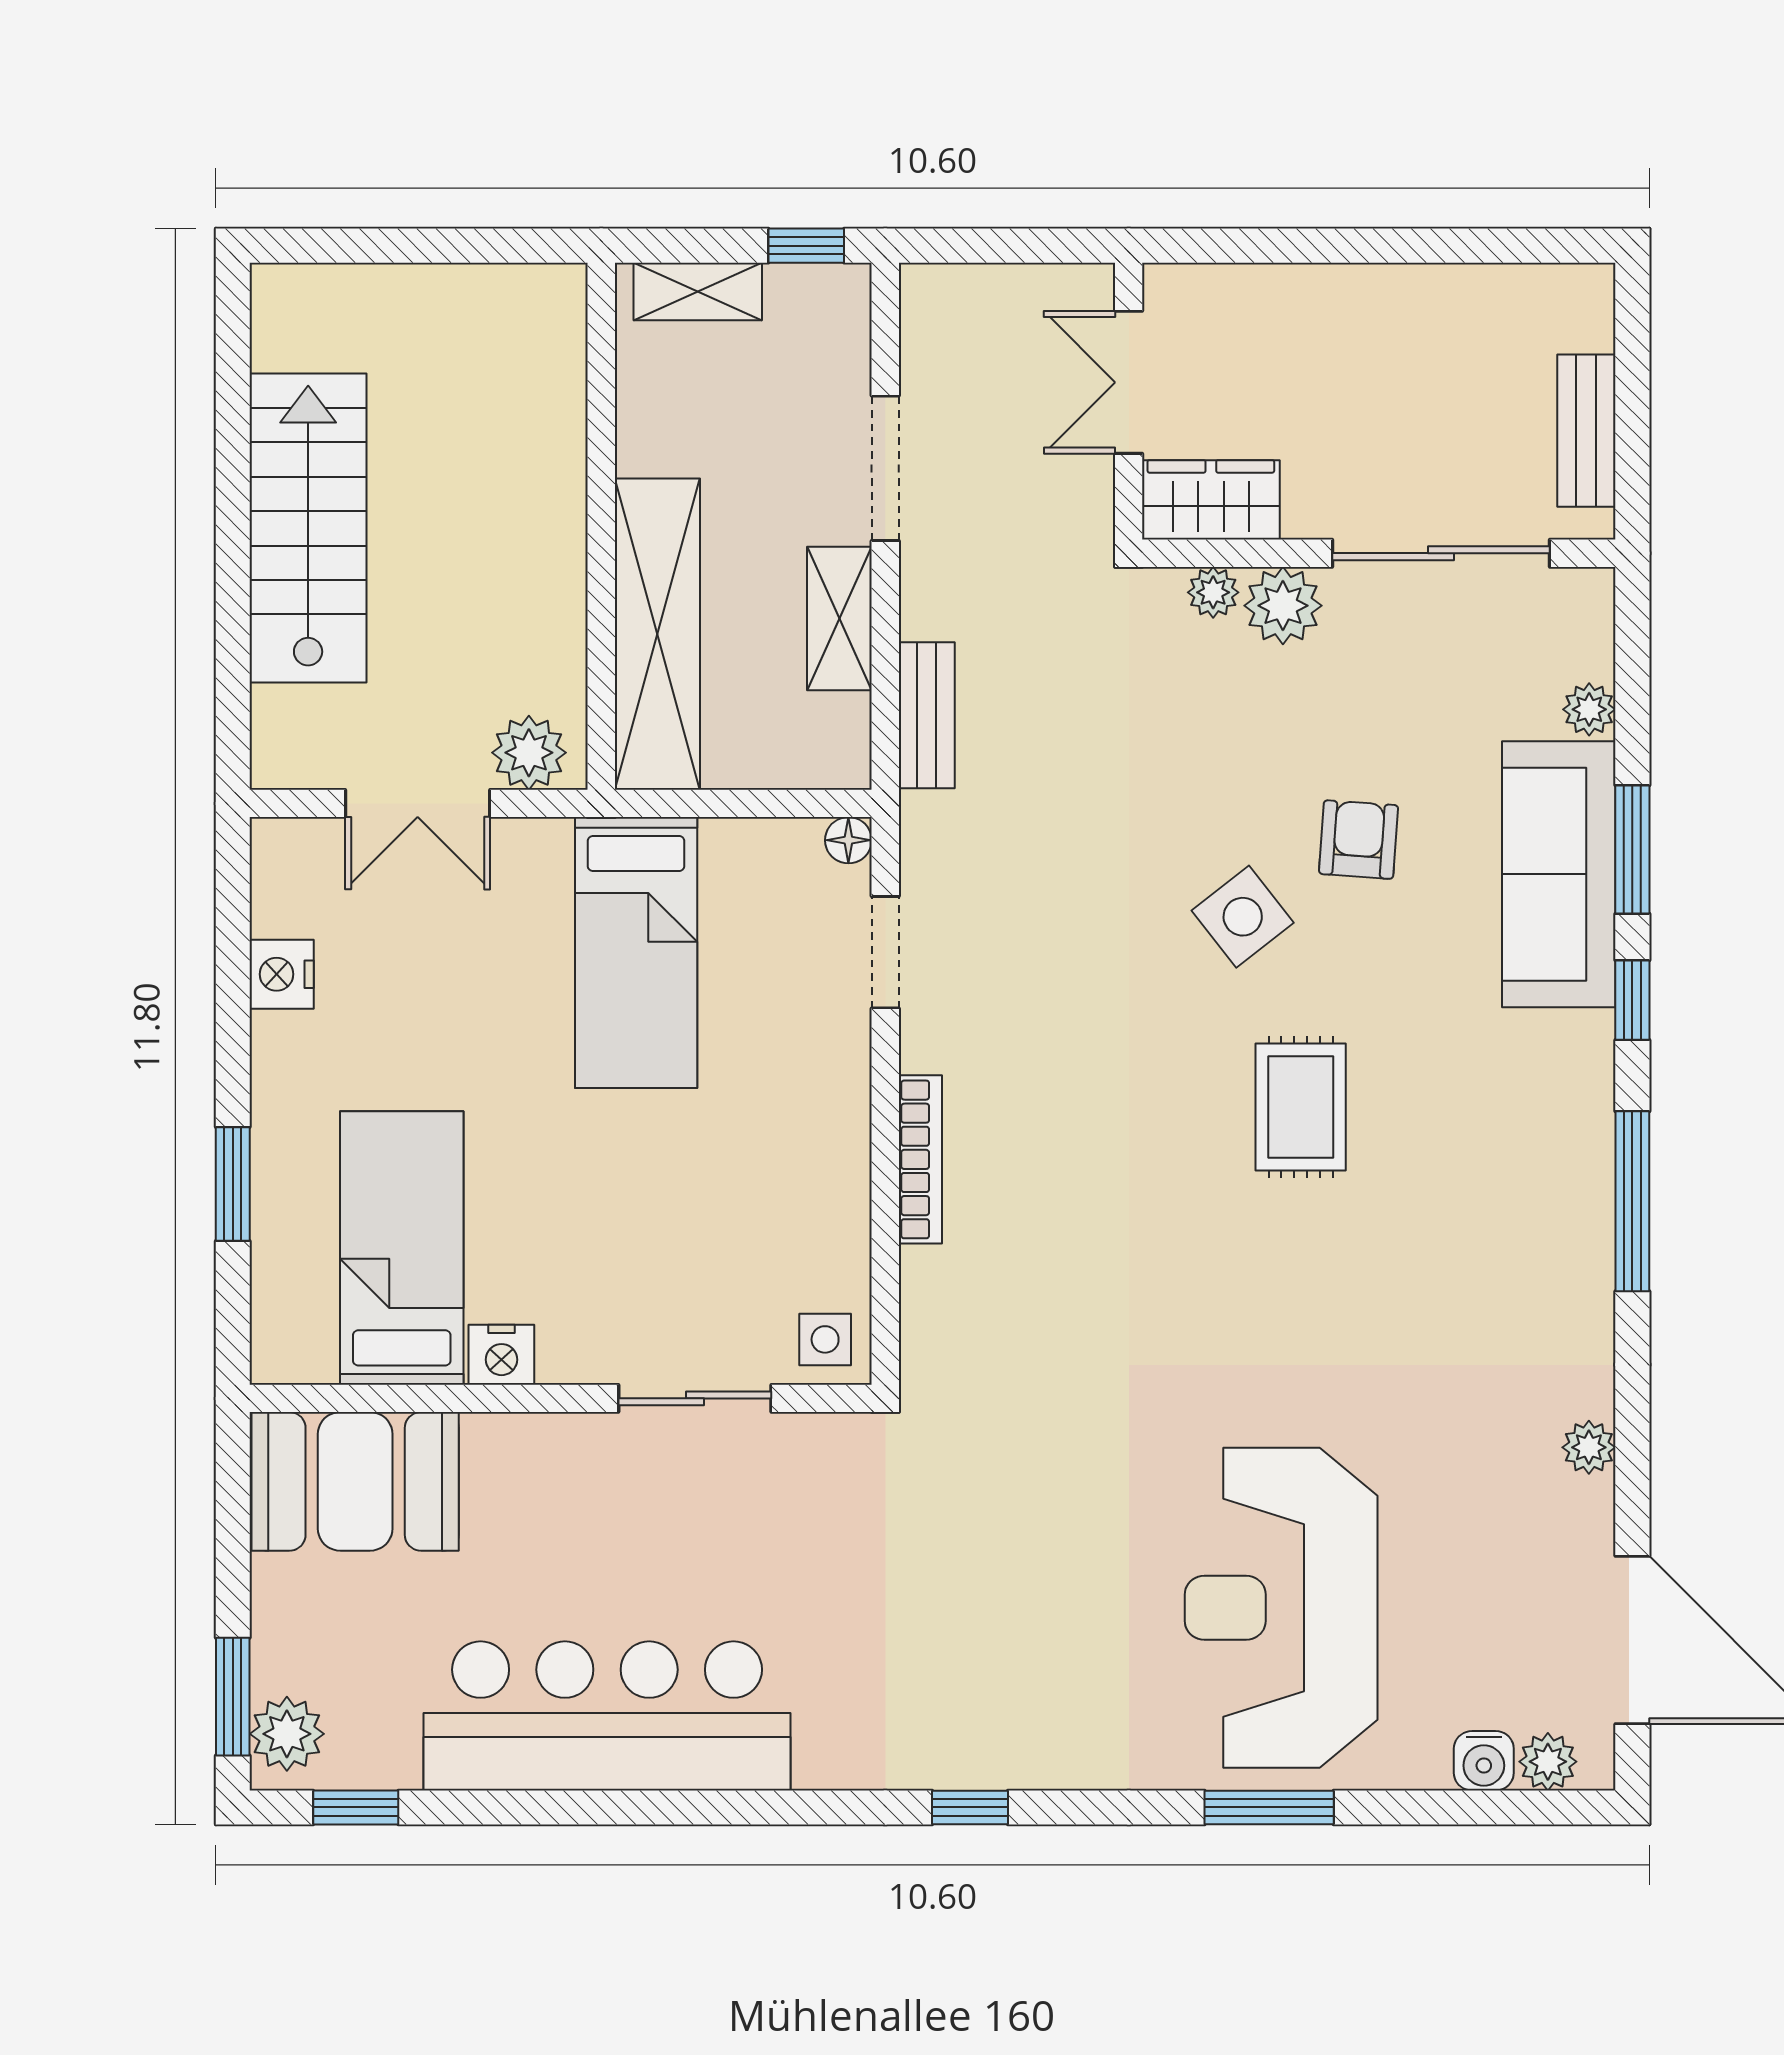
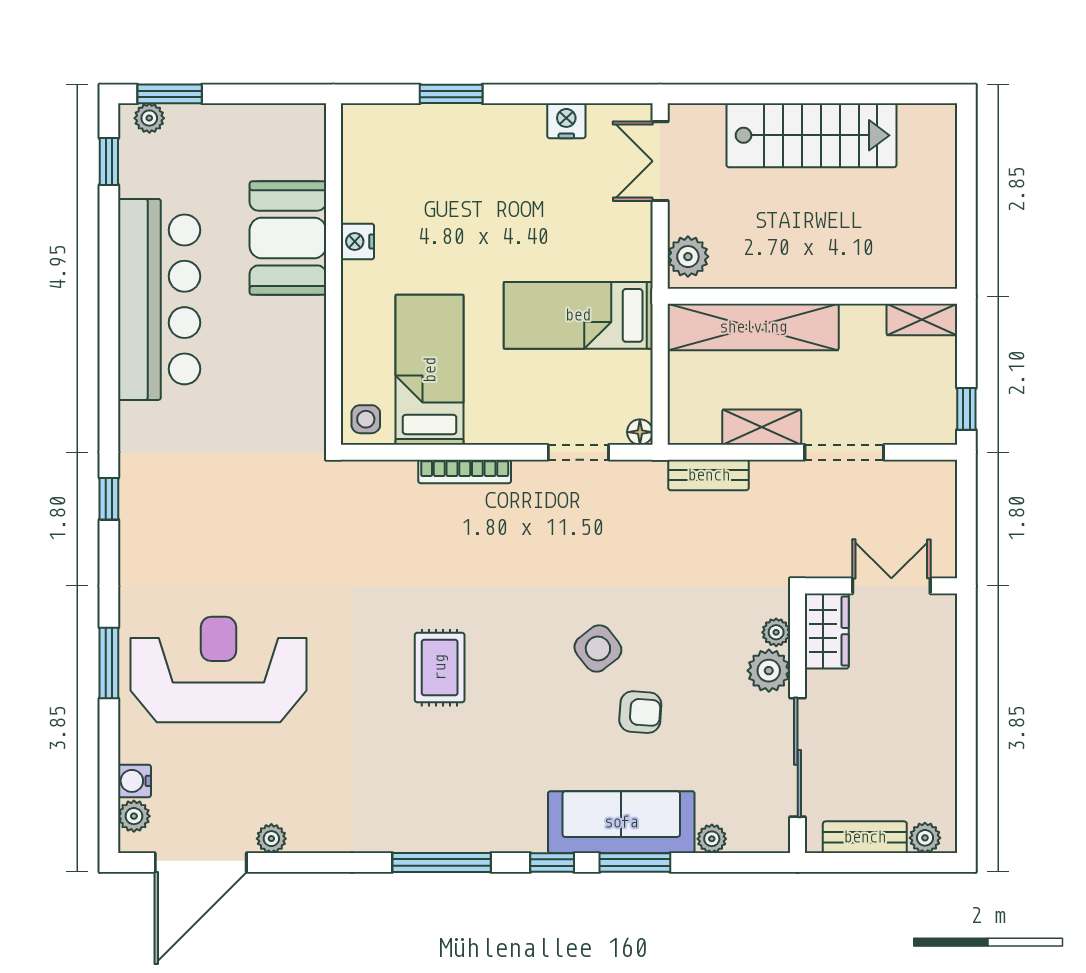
shelving: (698, 291) -> (922, 320), moved, turned 90
plant: (1588, 321) -> (925, 838), added
double door: (418, 803) -> (660, 161), moved
rug: (1301, 1107) -> (440, 667), moved, turned 90
bed: (402, 1248) -> (430, 370), moved, turned -90
sliding door: (695, 1398) -> (333, 348), removed
plant: (1589, 1447) -> (271, 839), moved
booth: (355, 1481) -> (288, 238), moved
plant: (287, 1734) -> (149, 118), width x0.73, depth x0.73

